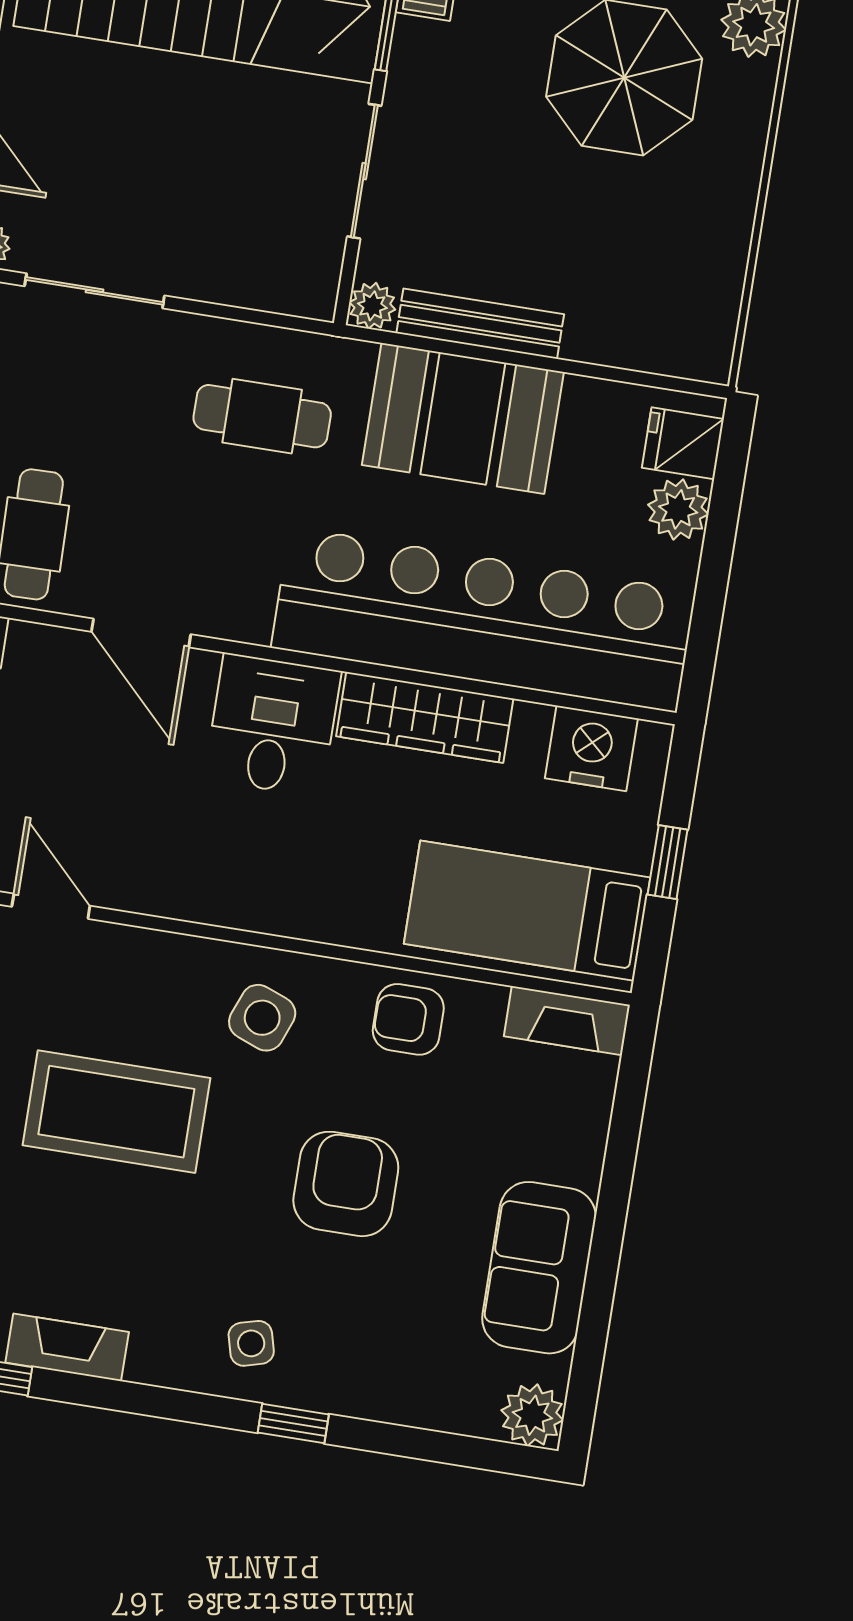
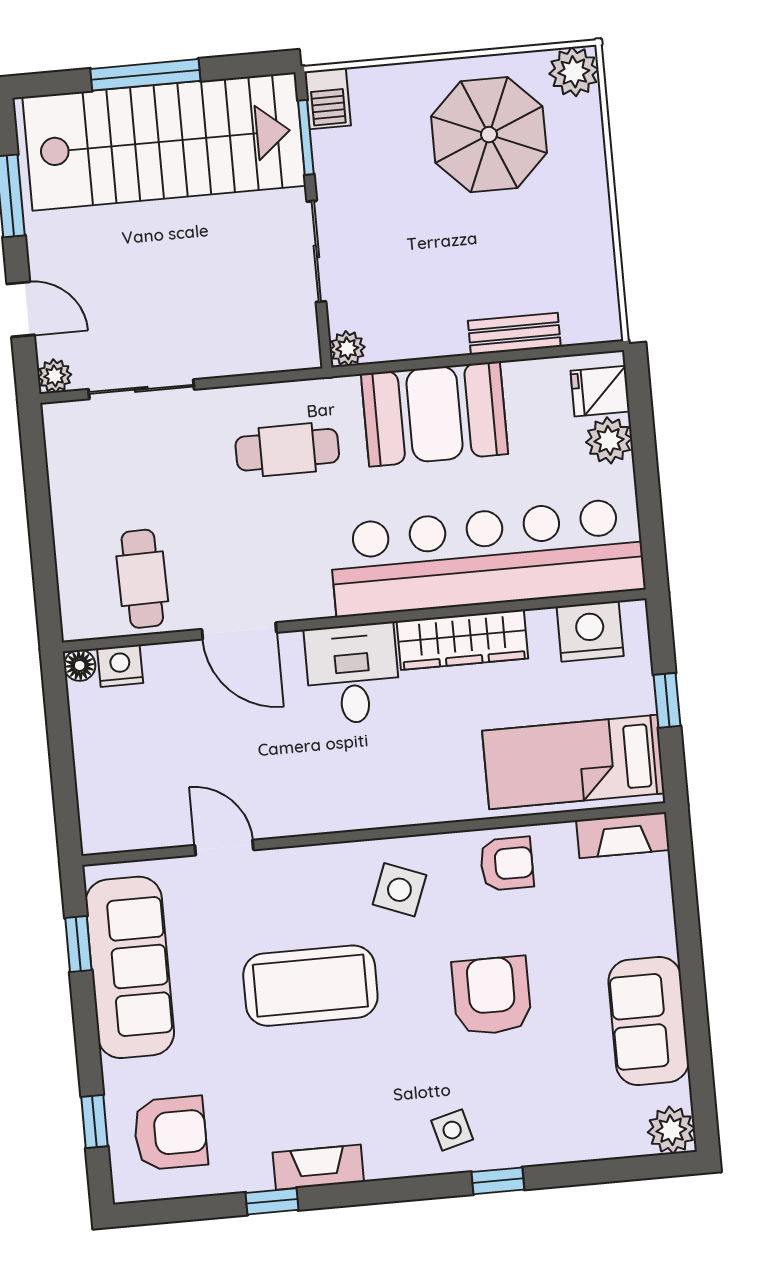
bench: (480, 324) -> (514, 334), moved, width x0.73
armchair: (408, 1019) -> (507, 864), turned 180

